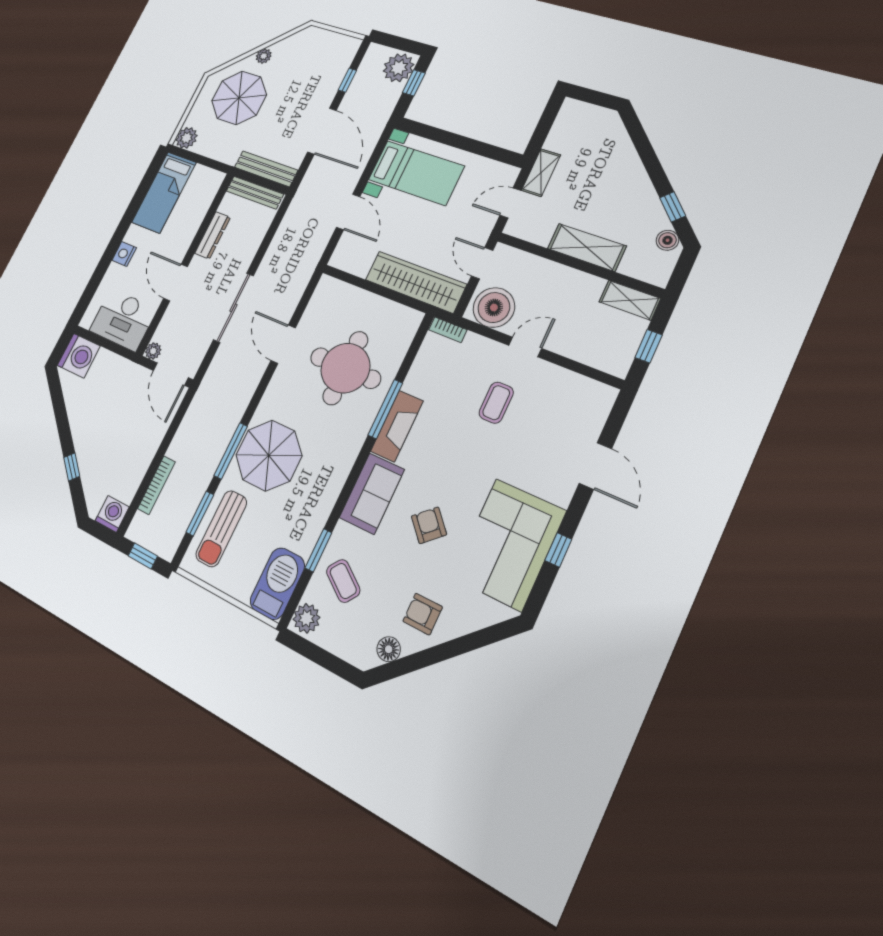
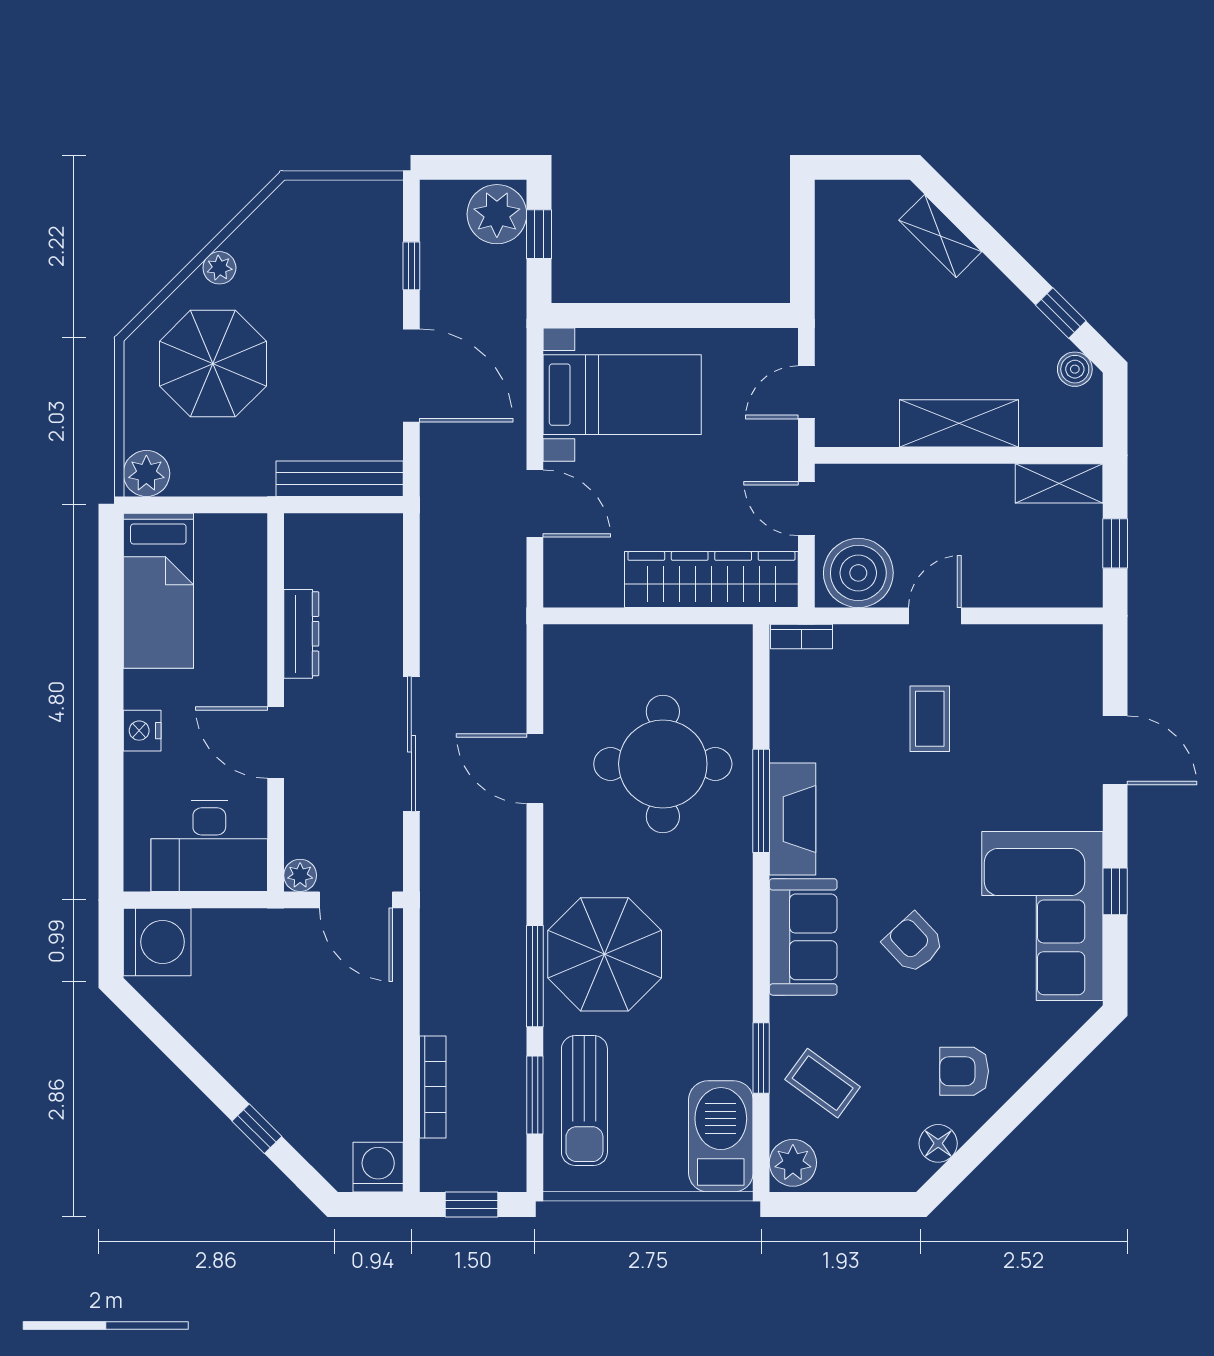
shelving: (541, 173) -> (940, 236), moved, turned -45
bench: (255, 193) -> (341, 529), removed

